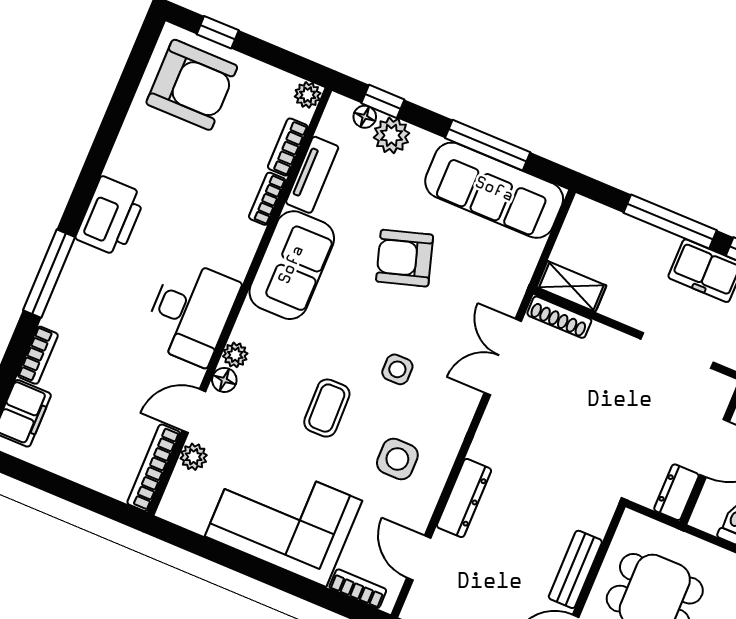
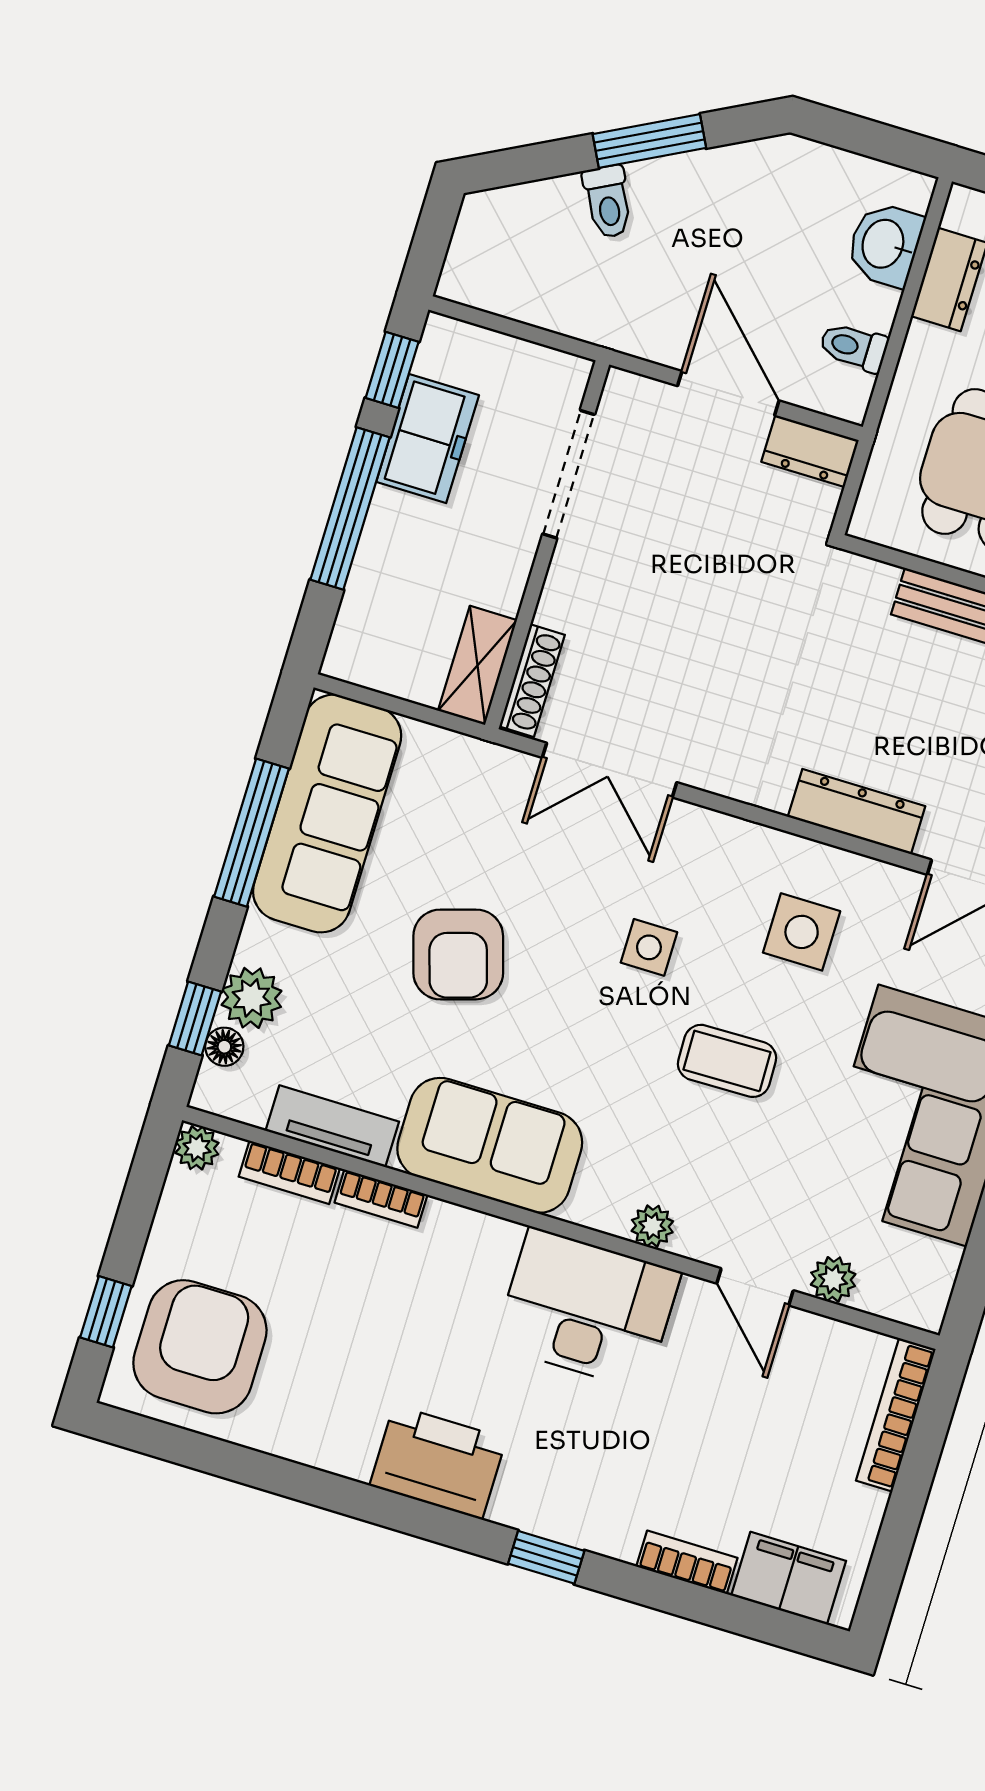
window: (49, 274) -> (546, 1557), width x0.46
floor lamp: (224, 380) -> (697, 1240), removed
bookcase: (154, 468) -> (896, 1415), moved, turned 90

